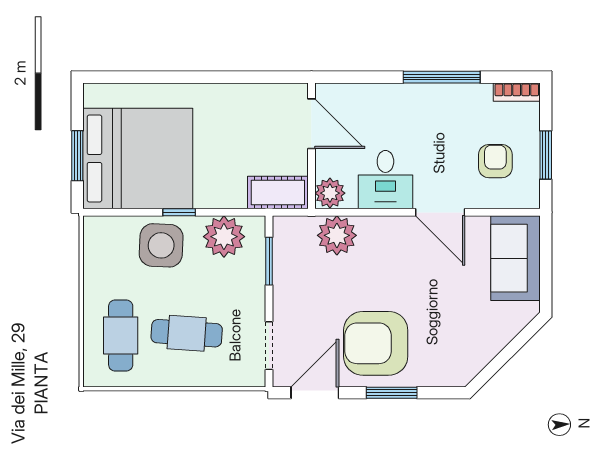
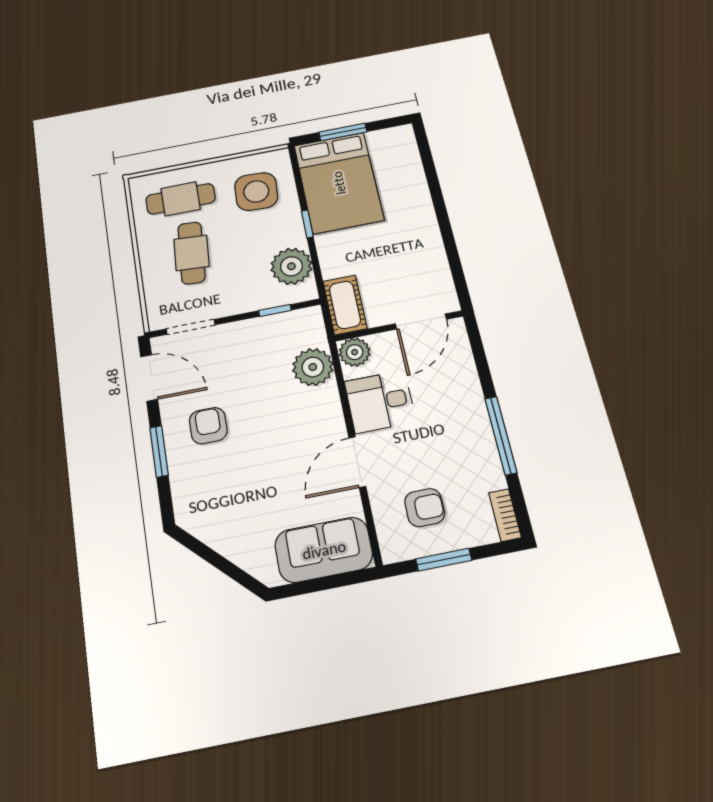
bed: (138, 158) -> (339, 183), width x0.73
side table: (161, 245) -> (256, 191), moved
window: (269, 261) -> (275, 310), width x0.67
armchair: (376, 343) -> (208, 426), width x0.53, depth x0.53

